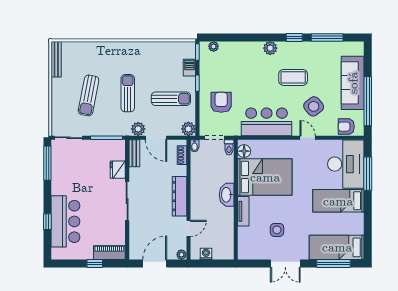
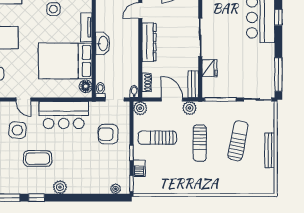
bench: (56, 59) -> (270, 150), moved
armchair: (221, 102) -> (108, 134), turned 90
side table: (314, 106) -> (17, 130), turned 45

